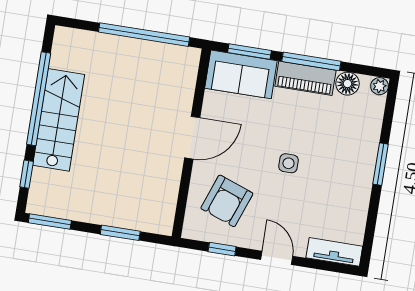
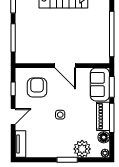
plant: (364, 130) -> (82, 149), added
armchair: (227, 201) -> (37, 88), turned 70
window: (120, 233) -> (13, 38), width x1.44

